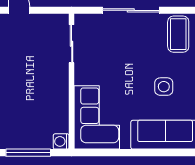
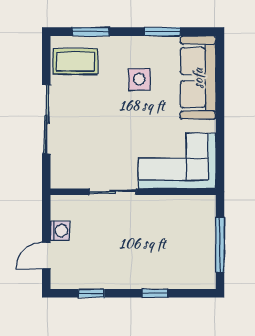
sliding door: (72, 44) -> (113, 192), moved
washing machine: (61, 141) -> (60, 231), moved, turned -90

